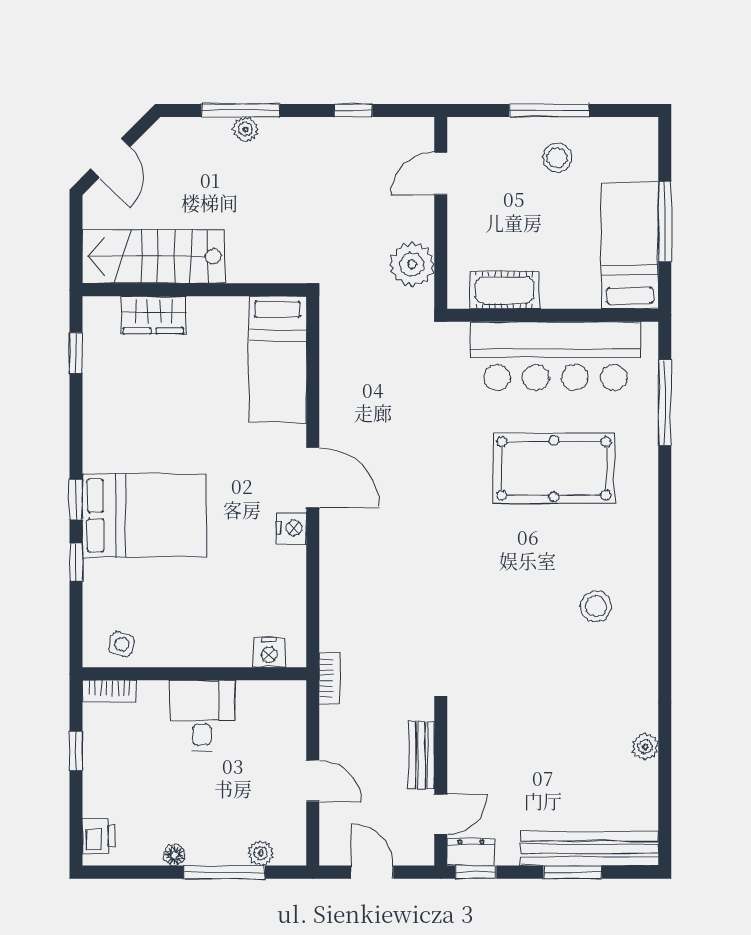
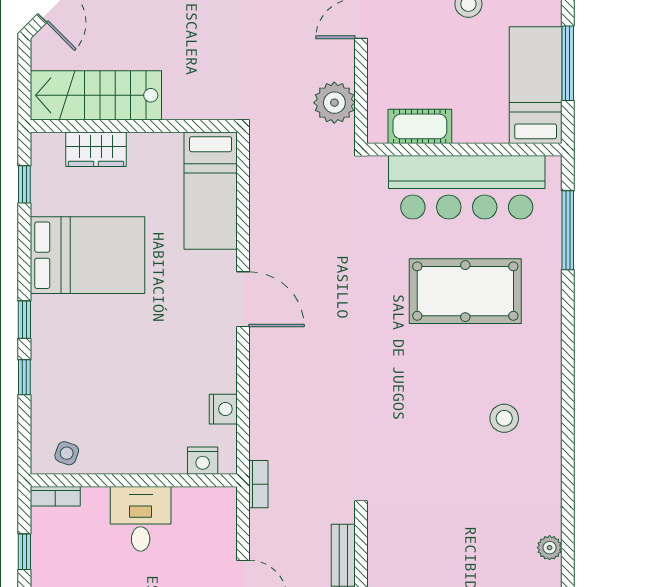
bed: (144, 515) -> (87, 255), moved
nightstand: (291, 528) -> (223, 409), moved

